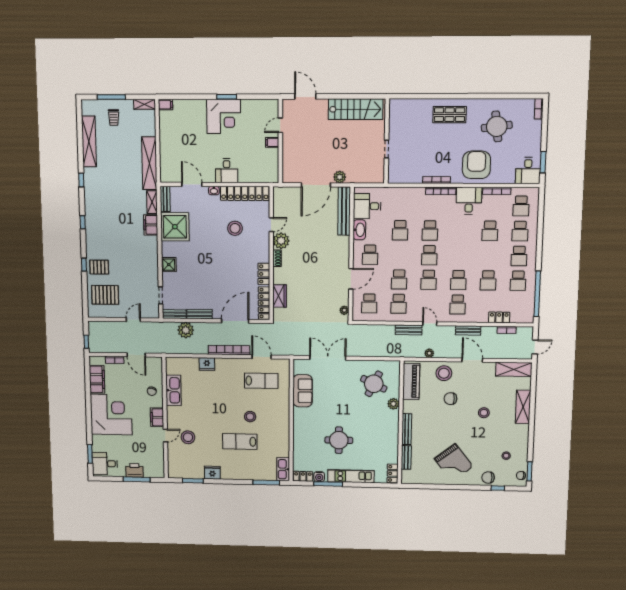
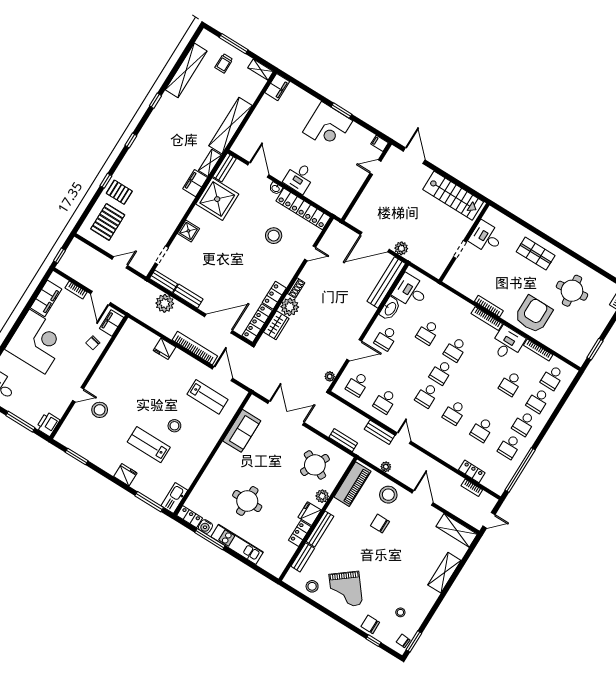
filing cabinet: (166, 105) -> (277, 87), width x2.00
filing cabinet: (272, 142) -> (380, 143), moved
desk: (528, 171) -> (486, 237), moved, turned 90
plant: (281, 241) -> (290, 307), moved
school desk: (399, 279) -> (399, 378), removed
pallet: (105, 295) -> (108, 222), turned 90
school desk: (458, 304) -> (440, 435), removed
bench: (468, 330) -> (343, 440), moved
kitchen sink: (174, 390) -> (115, 355), removed
stool: (484, 413) -> (312, 586), moved
filing cabinet: (157, 417) -> (112, 323), moved
fridge: (392, 422) -> (310, 514), added
printer: (134, 470) -> (48, 424), moved, turned -90
fridge: (212, 473) -> (125, 475), moved
locker: (393, 473) -> (300, 533), moved

